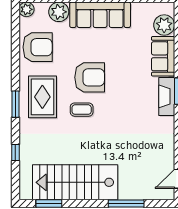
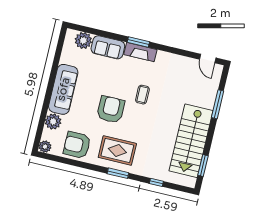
armchair: (38, 47) -> (77, 145), turned -90
coffee table: (82, 110) -> (142, 95), moved

